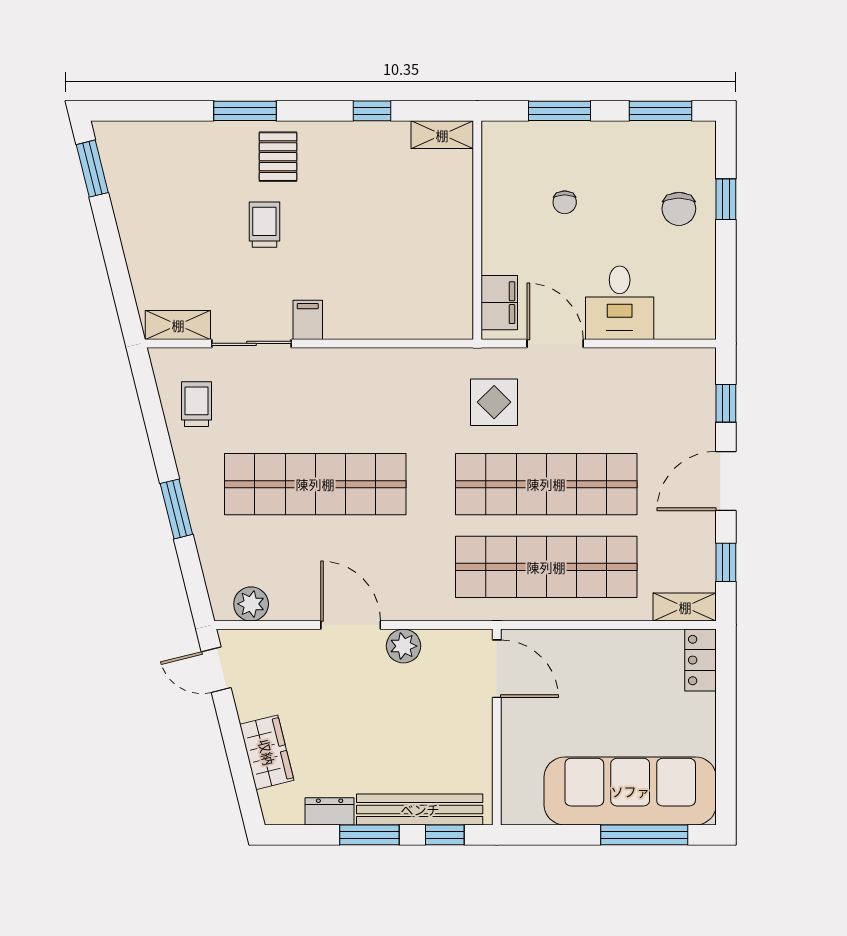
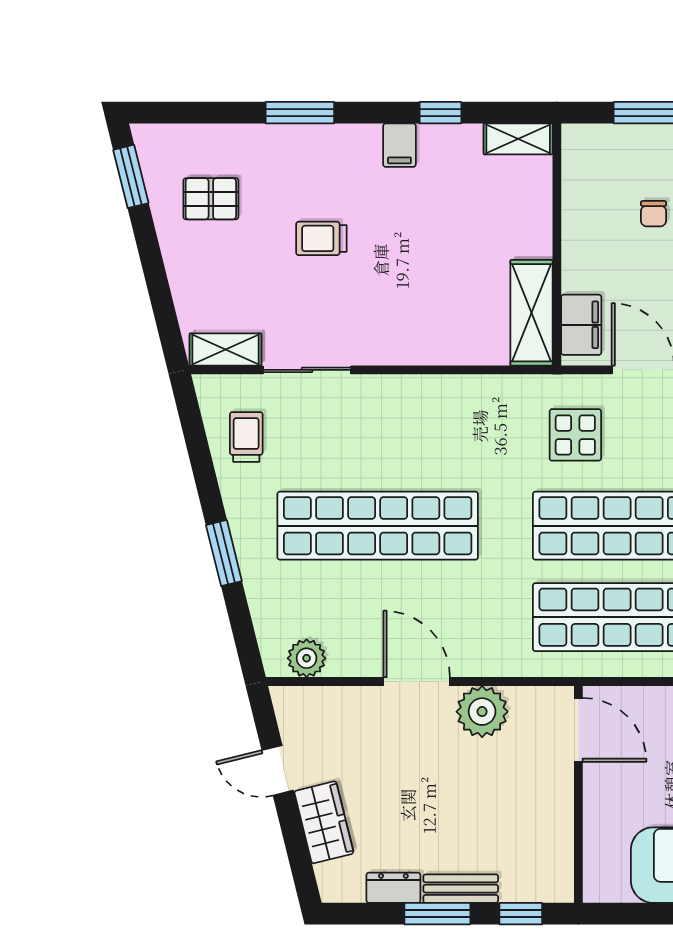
pallet: (278, 157) -> (211, 199), moved, turned 90
trolley: (264, 225) -> (321, 238), turned -90
shelving: (454, 292) -> (531, 313), added
filing cabinet: (308, 320) -> (399, 145), moved, turned 180
plant: (403, 646) -> (482, 712), width x1.36, depth x1.36
door: (216, 670) -> (278, 770), moved
bench: (420, 809) -> (461, 889), width x0.54, depth x0.82

